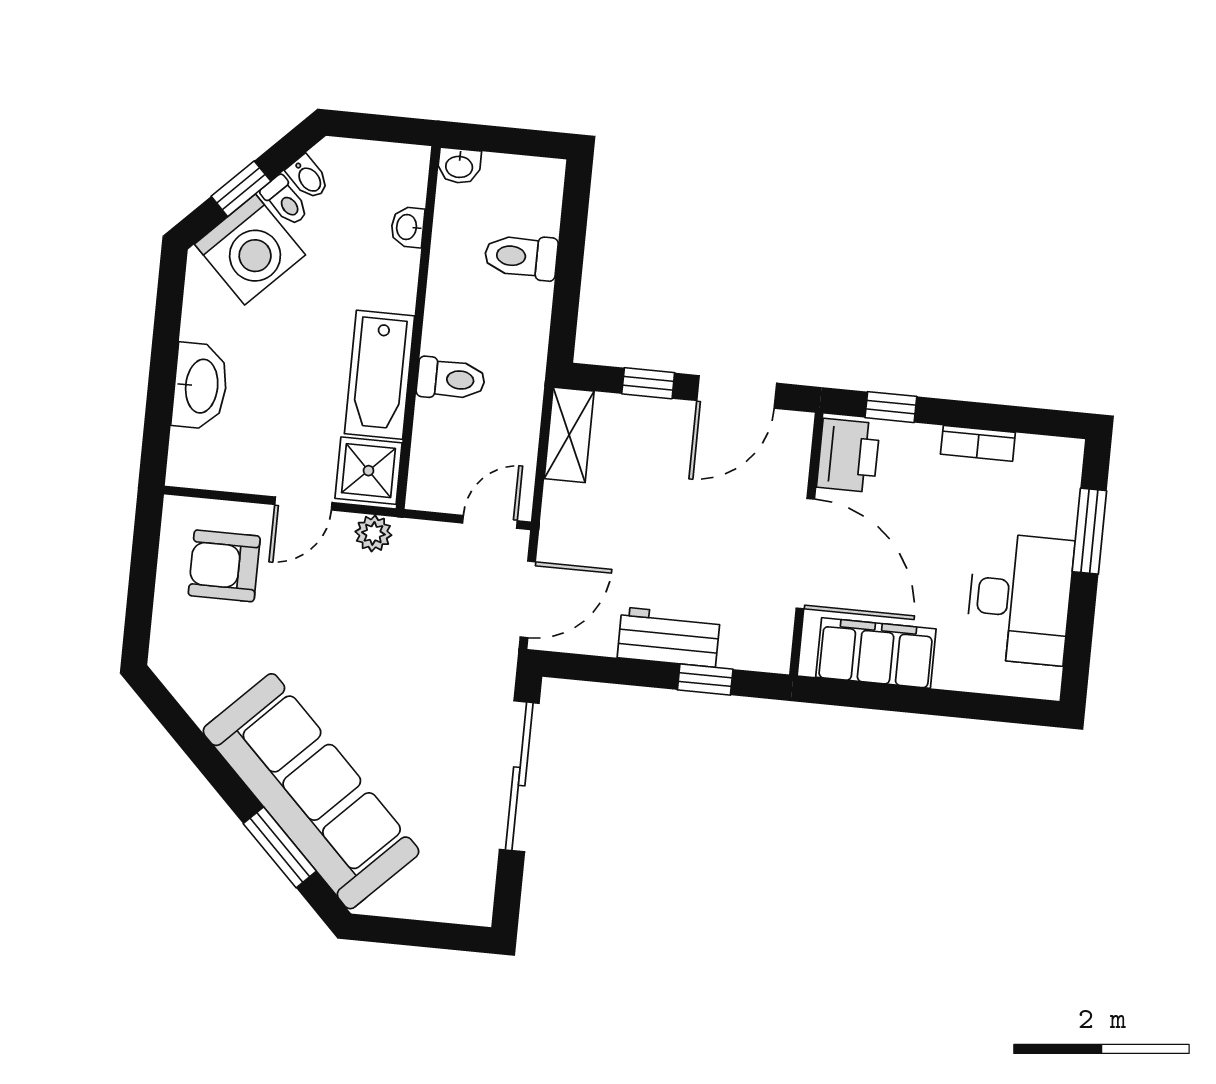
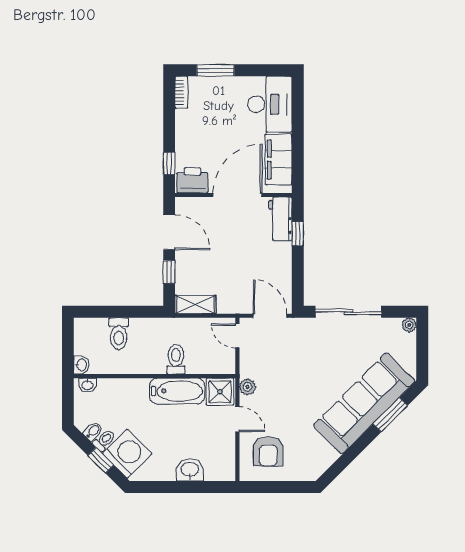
washbasin: (407, 227) -> (87, 385), moved
washbasin: (200, 386) -> (190, 470), width x0.72
bookcase: (978, 443) -> (181, 92), moved
desk: (1020, 599) -> (270, 104), moved, turned 90
workbench: (669, 637) -> (281, 219), moved
plant: (476, 909) -> (409, 325), added

